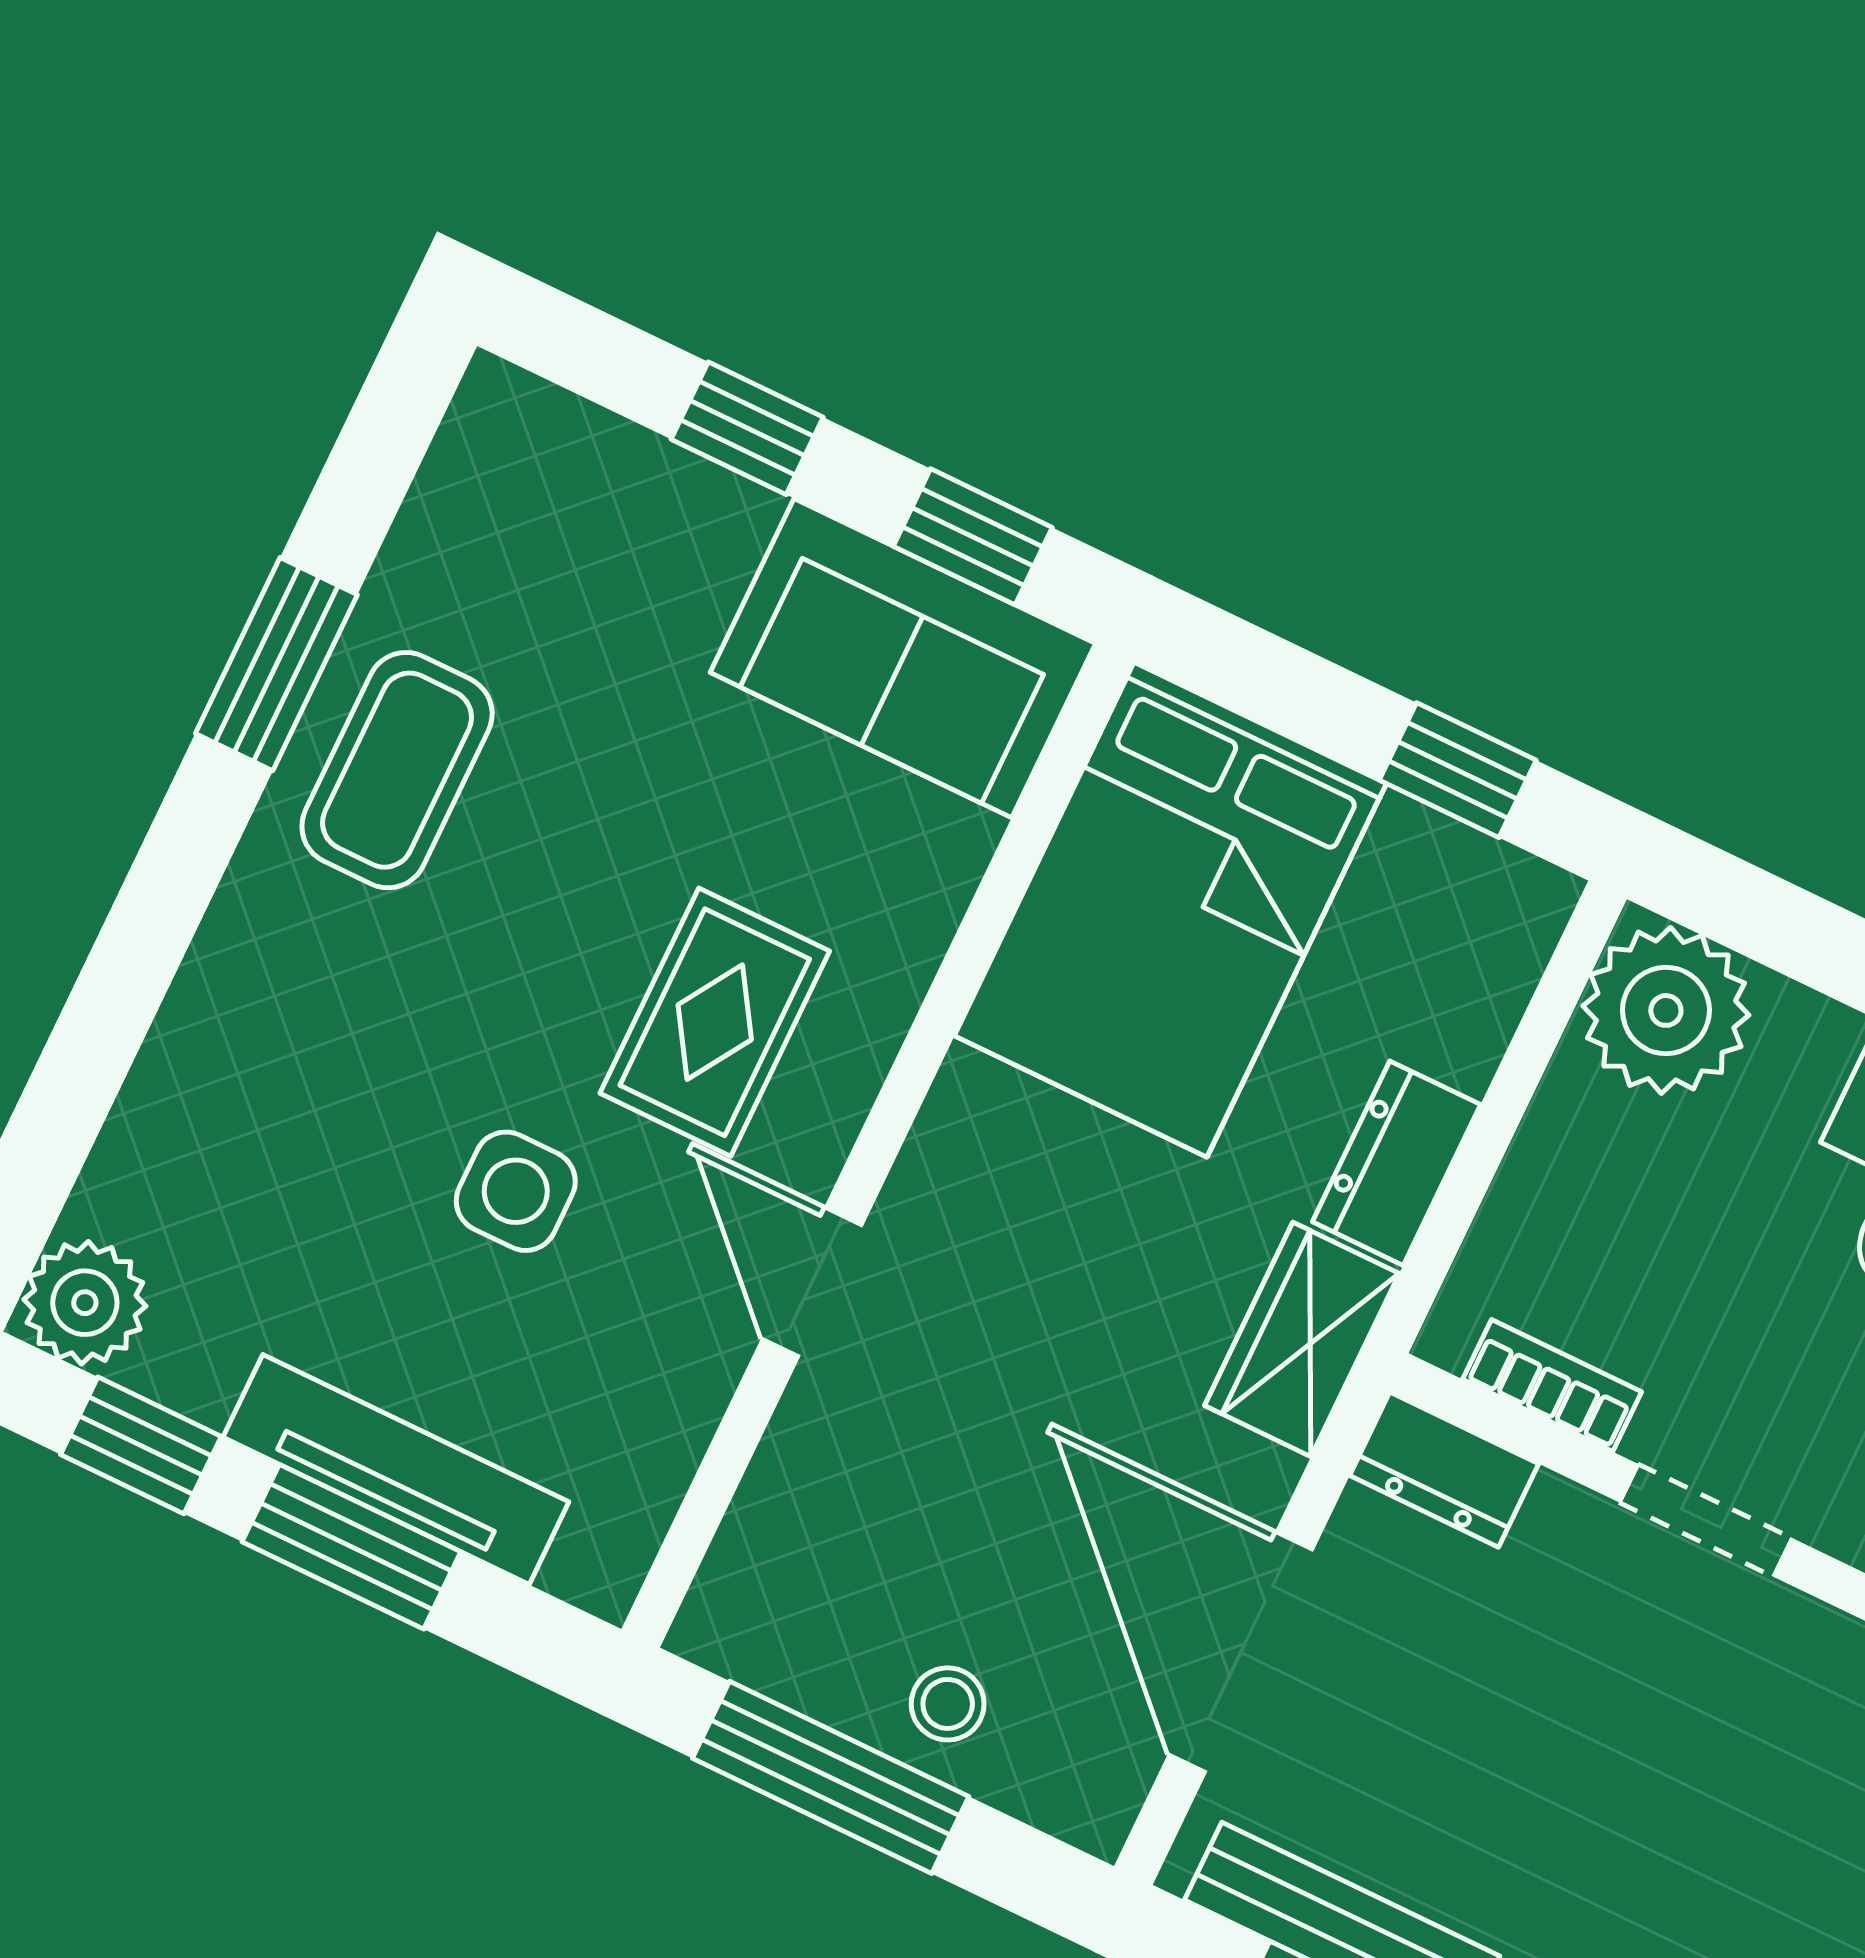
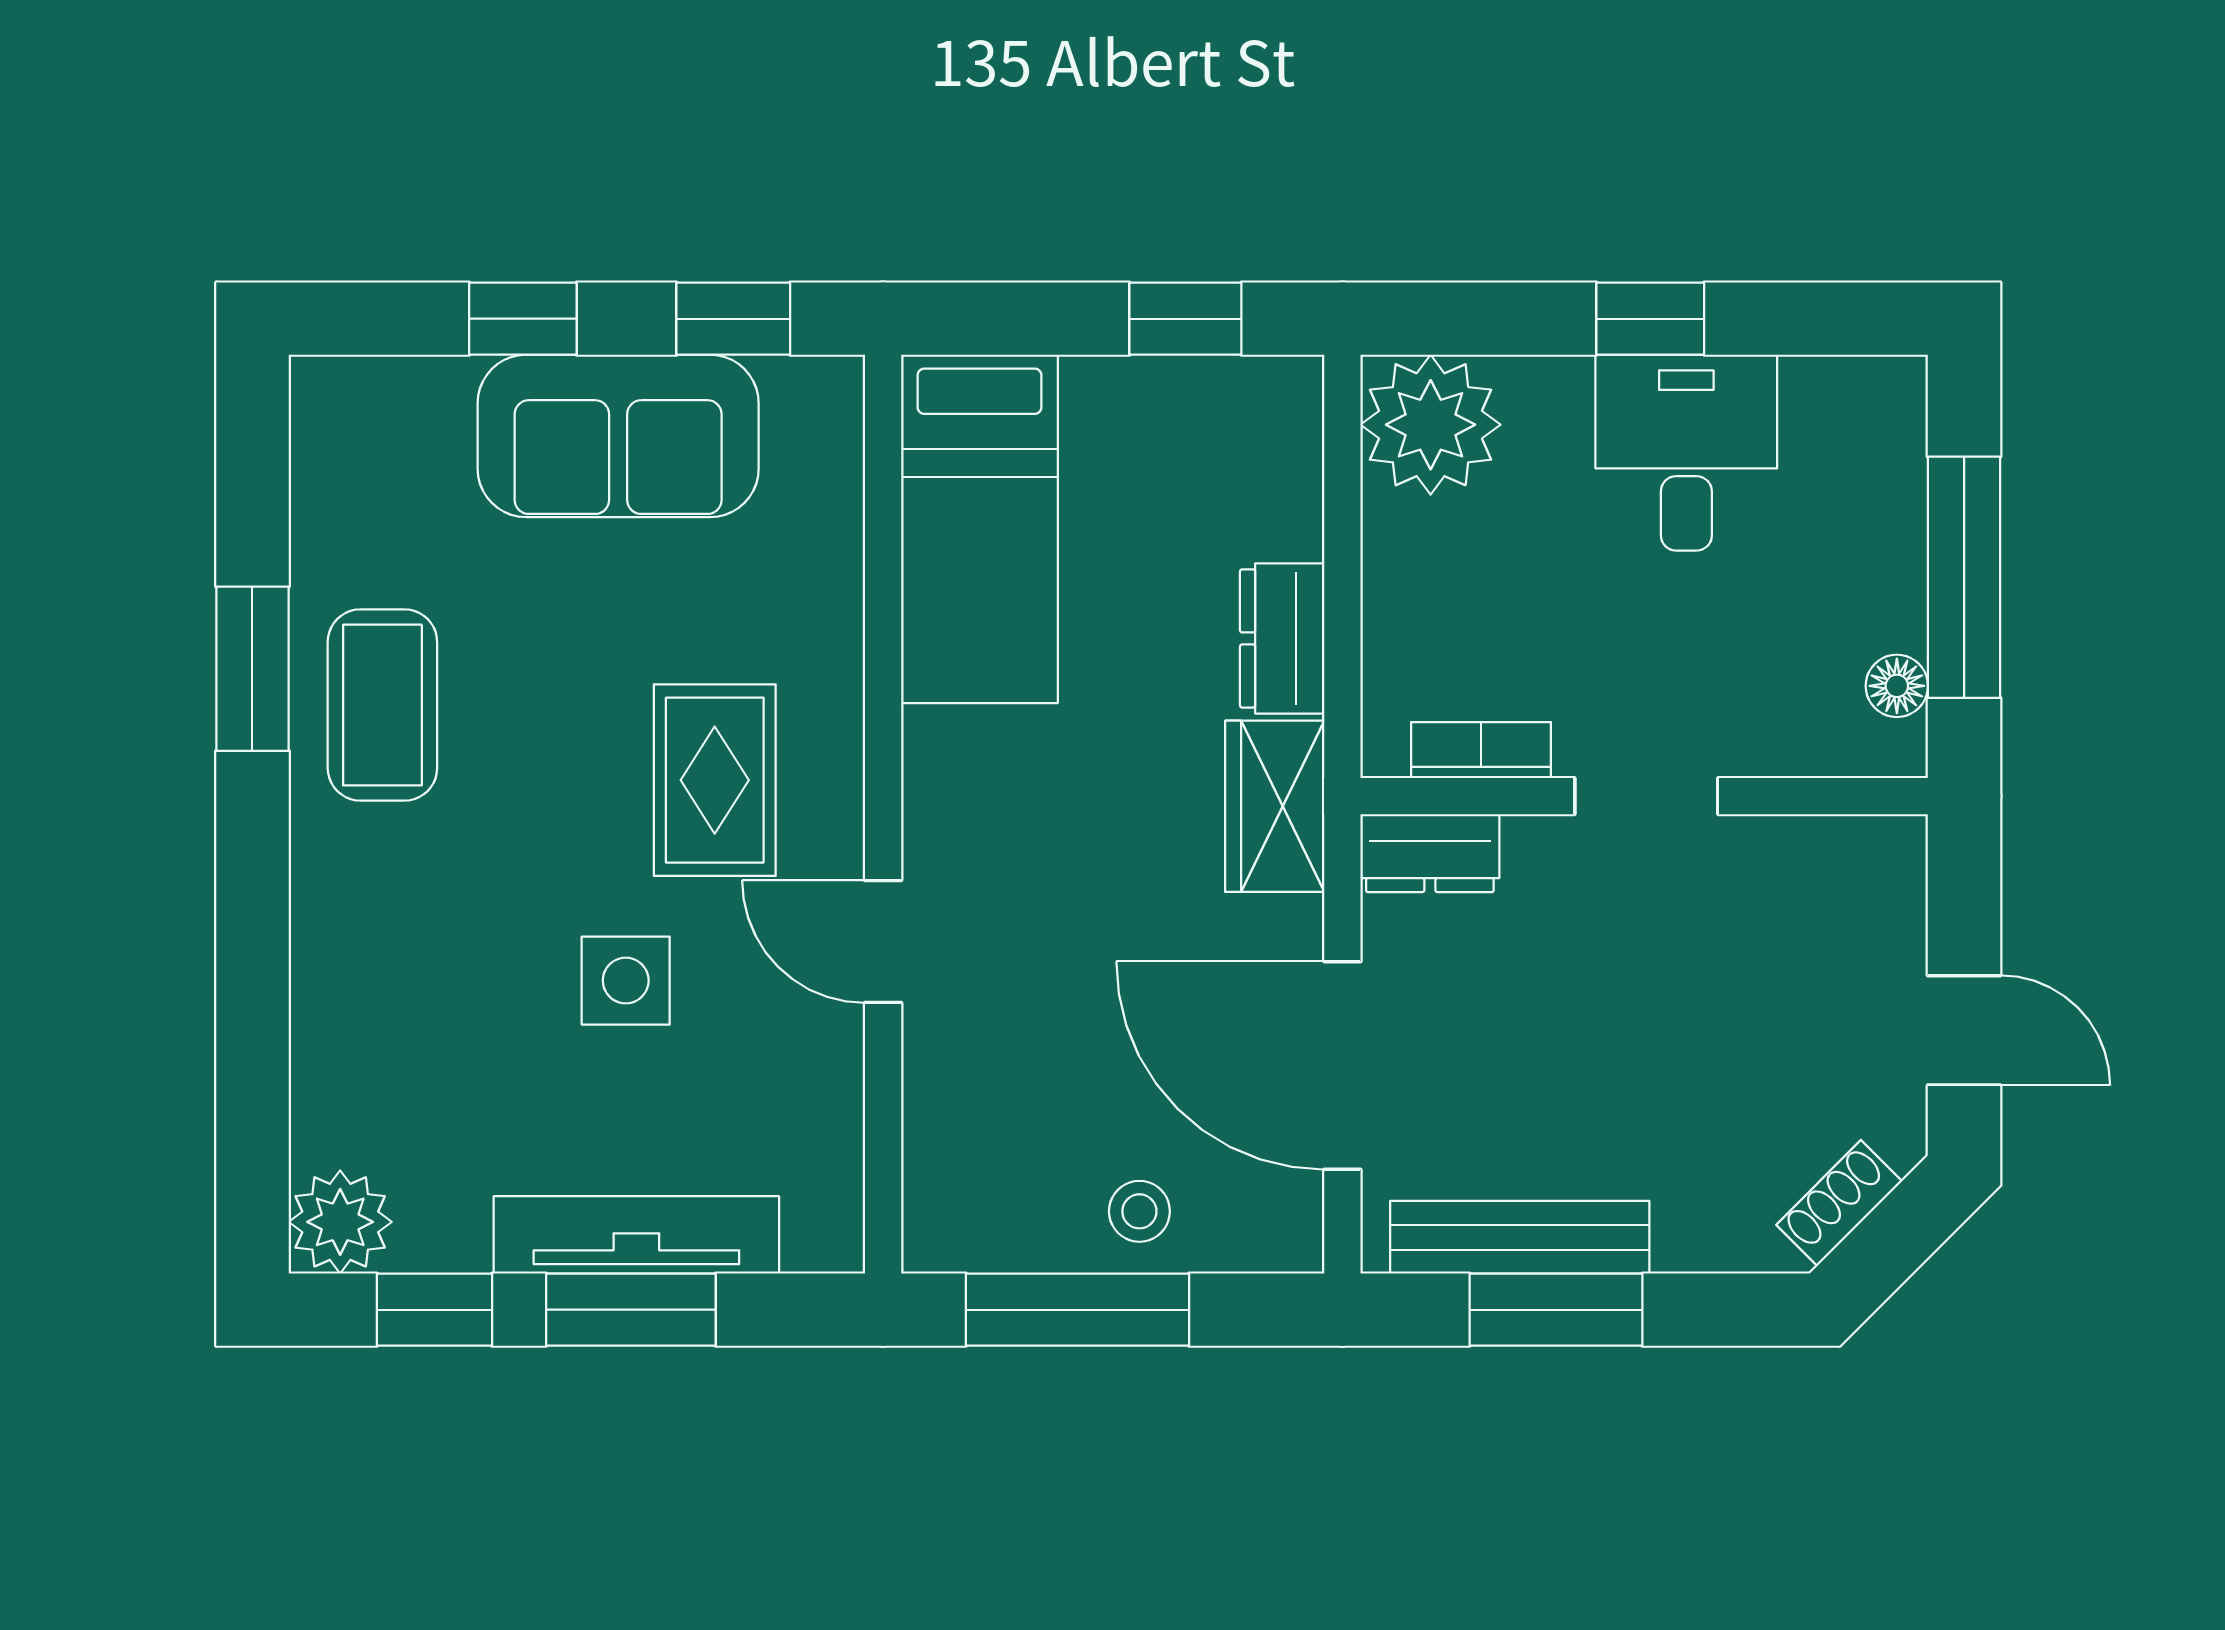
sofa: (903, 658) -> (618, 436), moved
bed: (1170, 910) -> (979, 529), width x0.67

